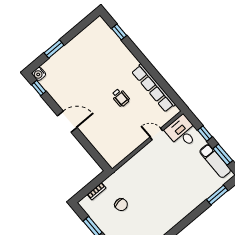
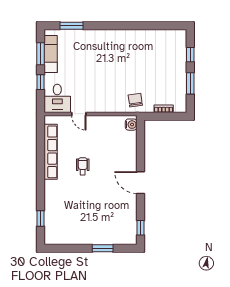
water cooler: (39, 74) -> (131, 125), moved
chair: (121, 205) -> (135, 100), moved

